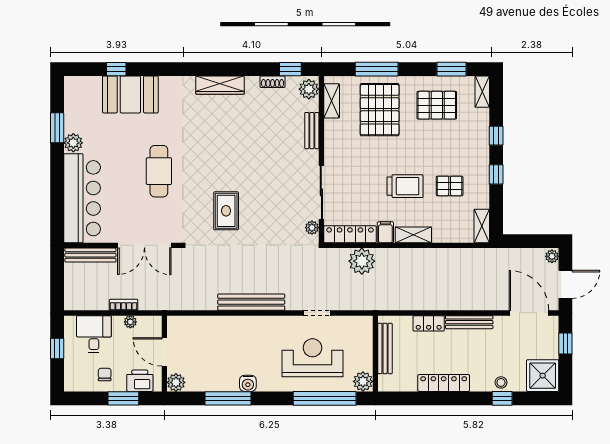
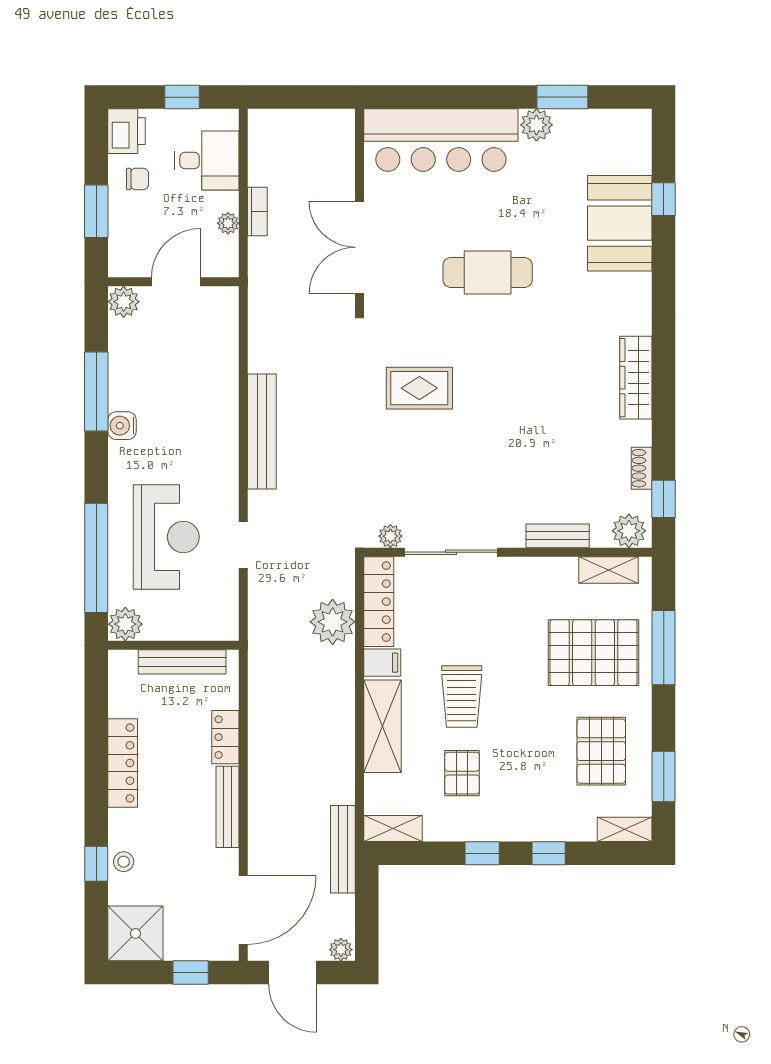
shelving: (413, 235) -> (382, 726), width x1.50, depth x1.33
bench: (90, 255) -> (343, 849), moved
printer: (140, 381) -> (127, 131), moved

